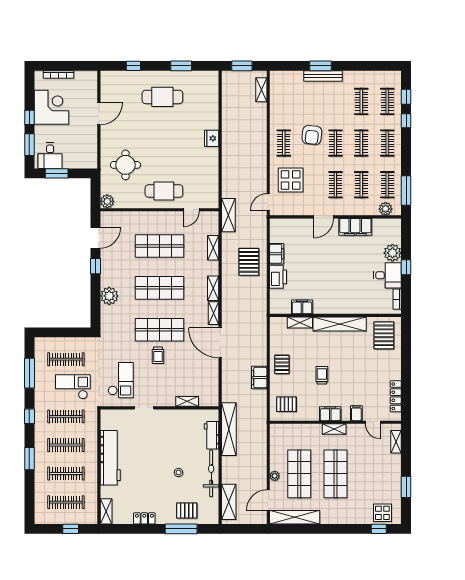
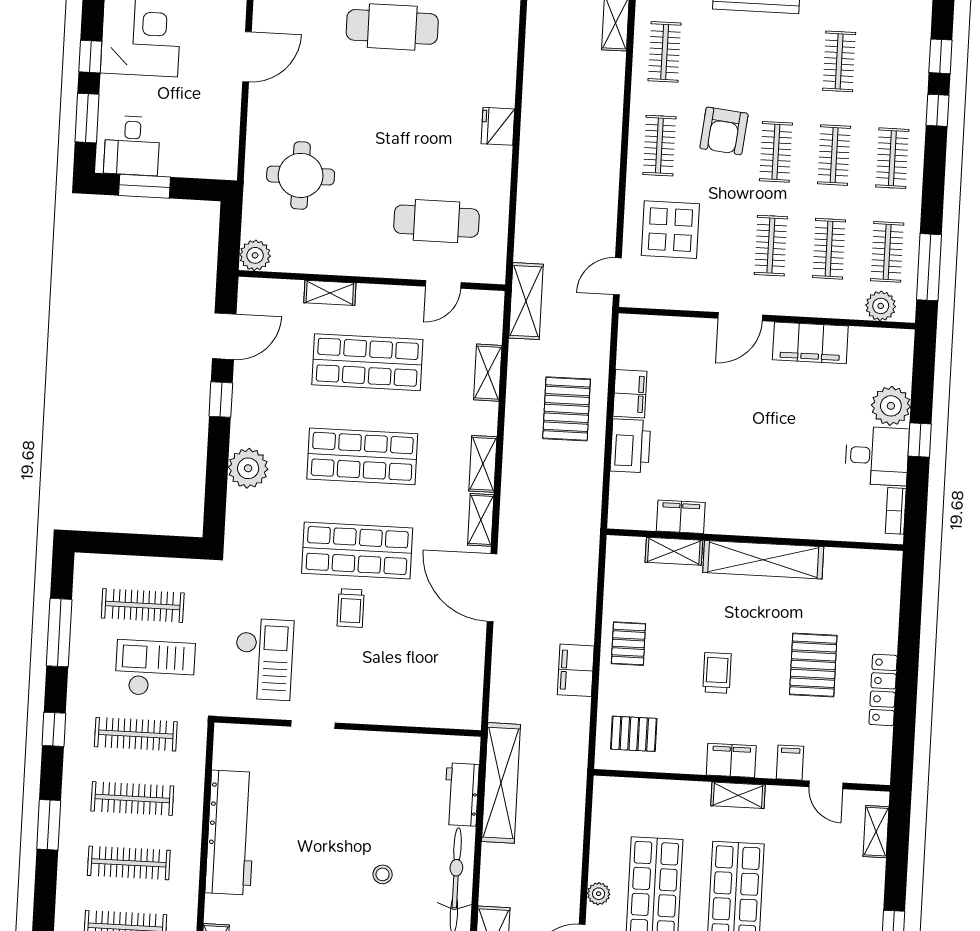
clothes rail: (387, 101) -> (665, 52), moved
cafe table: (164, 191) -> (436, 221), moved
pallet: (384, 335) -> (813, 665), moved
locker: (396, 396) -> (883, 690), moved
shelving: (187, 401) -> (330, 293), moved

